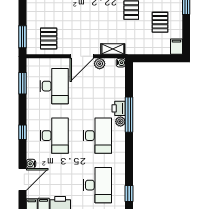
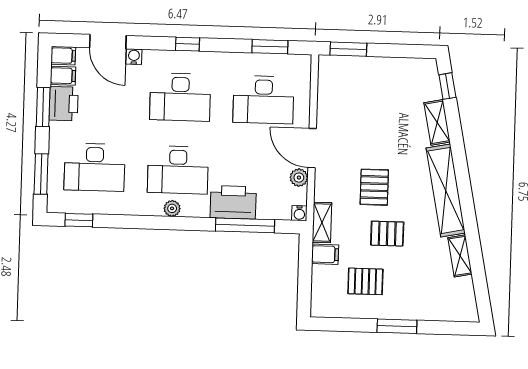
pallet: (49, 38) -> (374, 187), moved, turned 90
filing cabinet: (176, 47) -> (325, 254), moved
shelving: (113, 49) -> (322, 223), moved
printer: (119, 108) -> (233, 202), width x1.87, depth x1.48
window: (129, 115) -> (245, 225), moved
plant: (120, 121) -> (172, 208), moved

